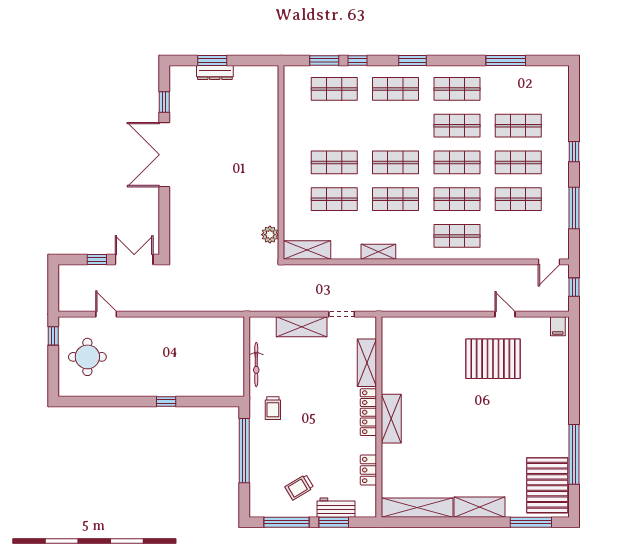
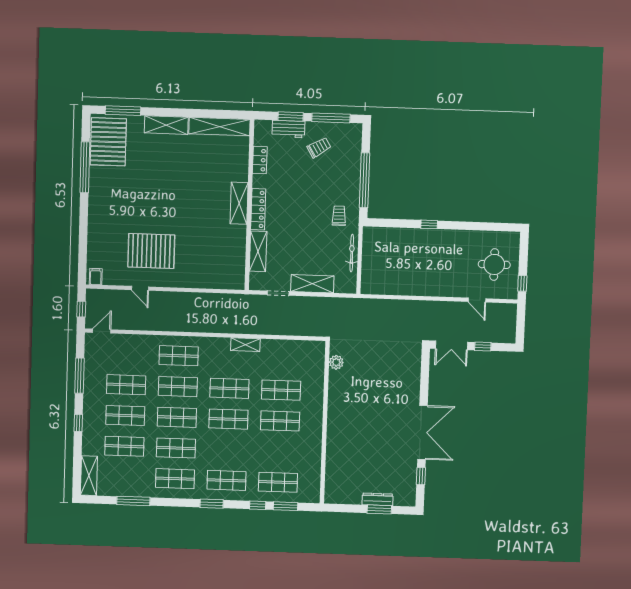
shelving: (307, 250) -> (89, 476), moved, turned 90

